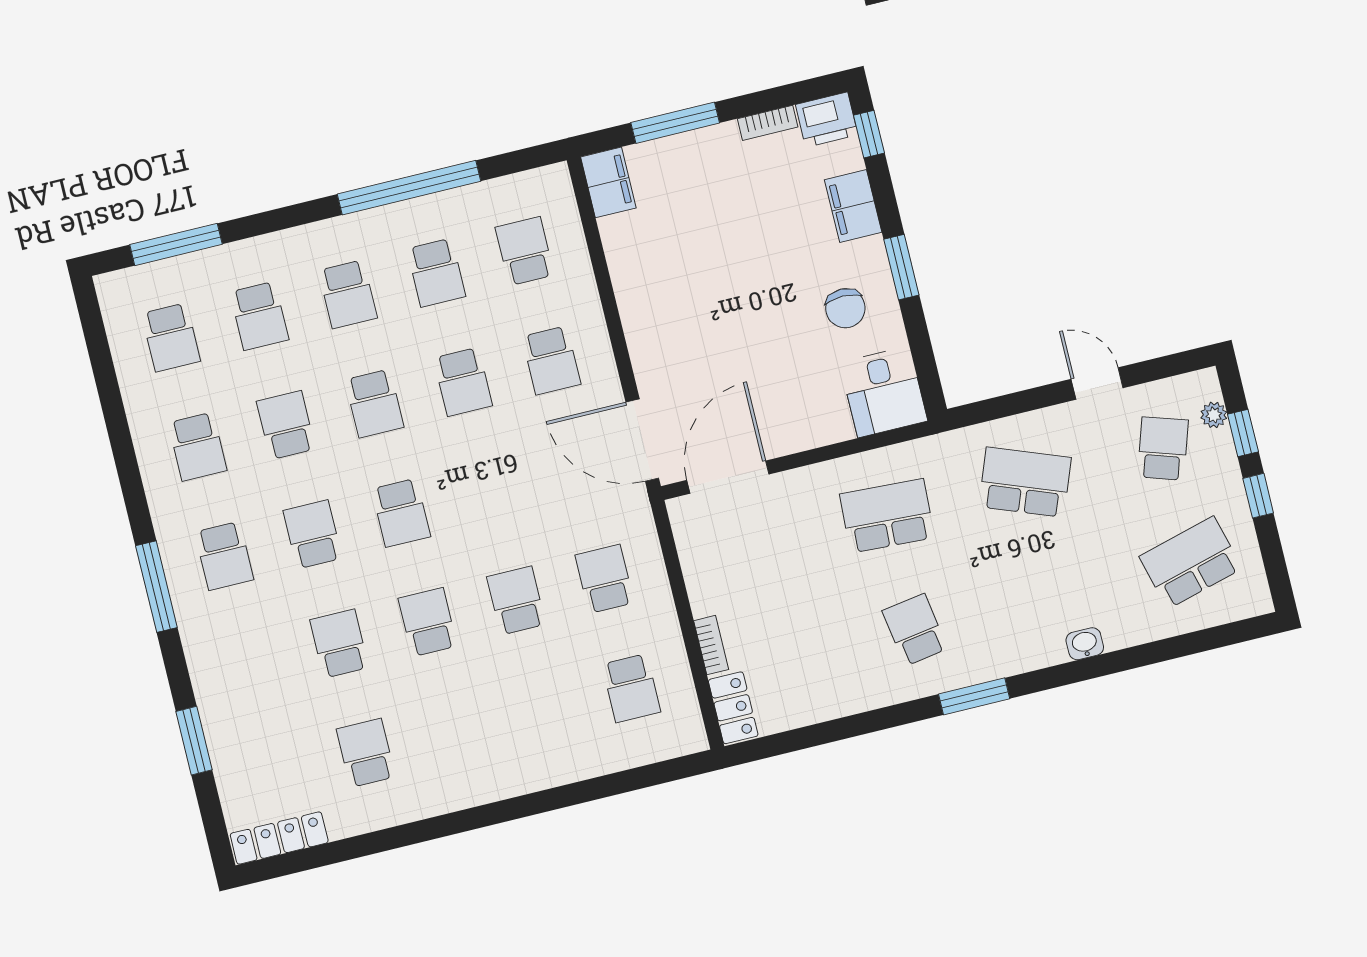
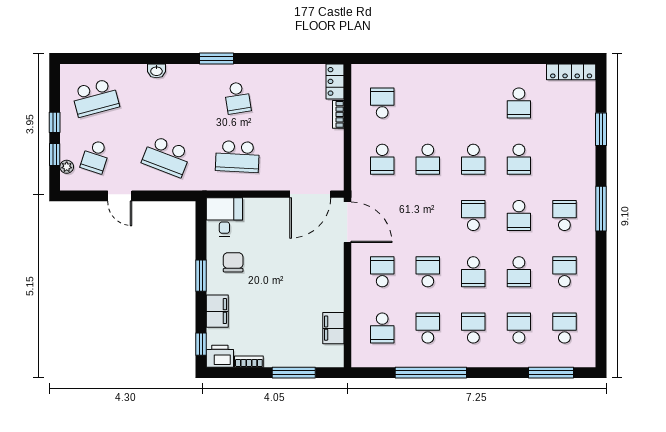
filing cabinet: (608, 182) -> (333, 328), moved
school desk: (374, 404) -> (473, 272), turned 180

